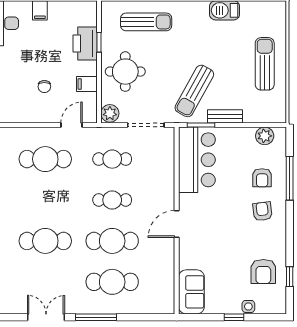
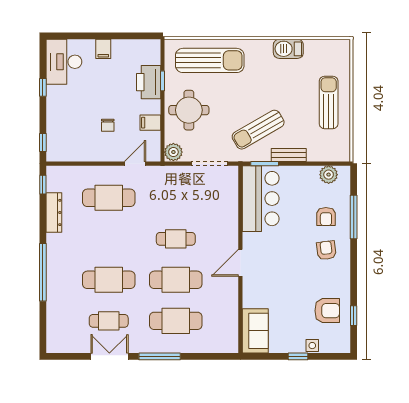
sun lounger: (146, 22) -> (210, 60), width x1.36, depth x1.34
sun lounger: (194, 91) -> (258, 130), turned 31
cafe table: (112, 159) -> (109, 321), moved
armchair: (263, 272) -> (327, 311), turned -90

